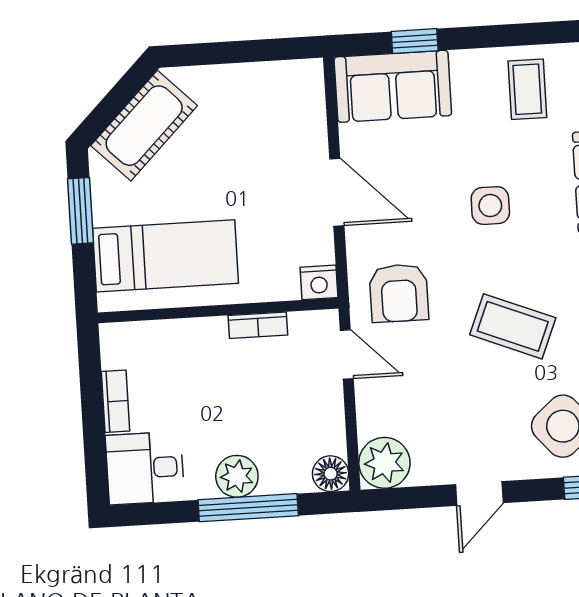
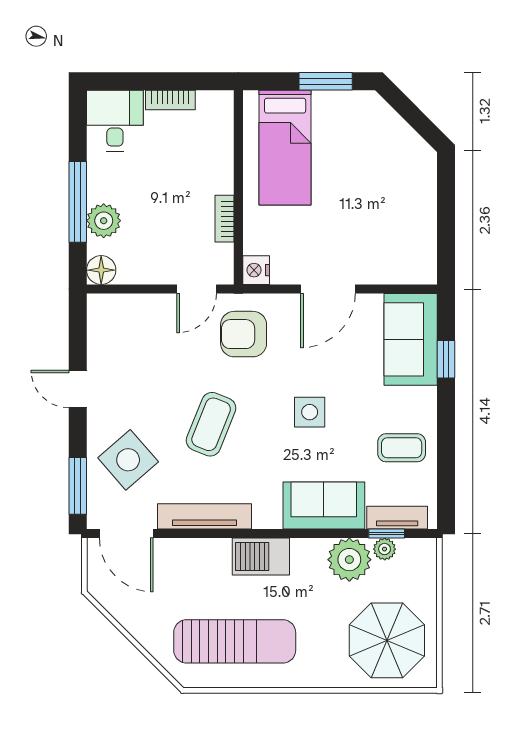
cot: (144, 126) -> (391, 137), removed
plant: (384, 463) -> (107, 314), removed
plant: (237, 476) -> (104, 221), moved

